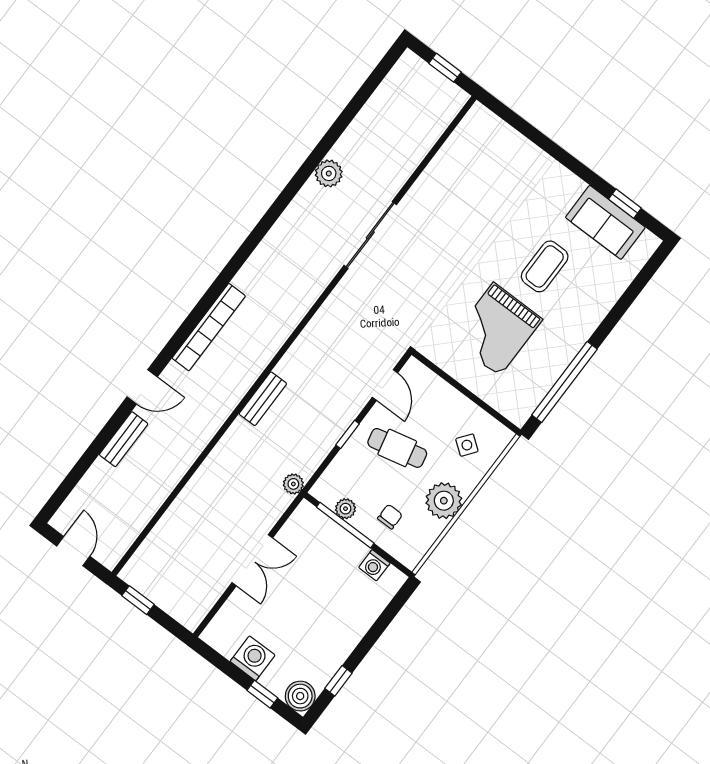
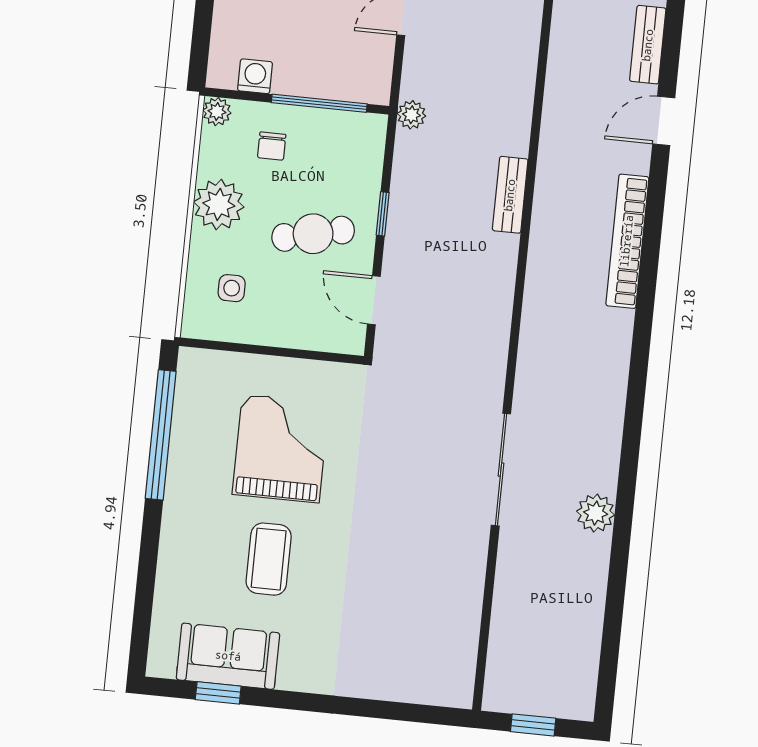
side table: (467, 445) -> (232, 288), turned -37
plant: (345, 509) -> (217, 112), moved

